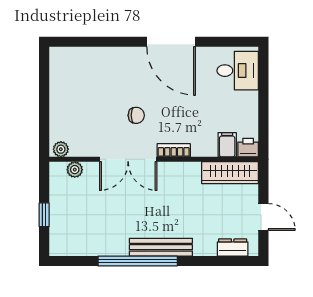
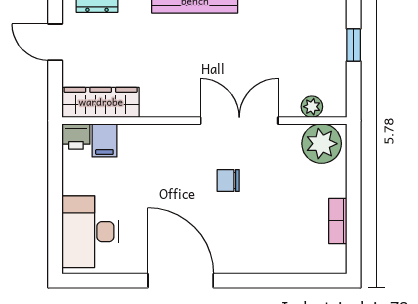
desk: (238, 71) -> (90, 232), width x1.37
plant: (61, 149) -> (322, 144), width x1.87, depth x1.87
bookcase: (174, 150) -> (338, 221), moved, turned 90

